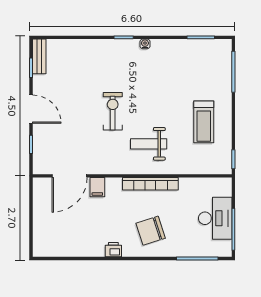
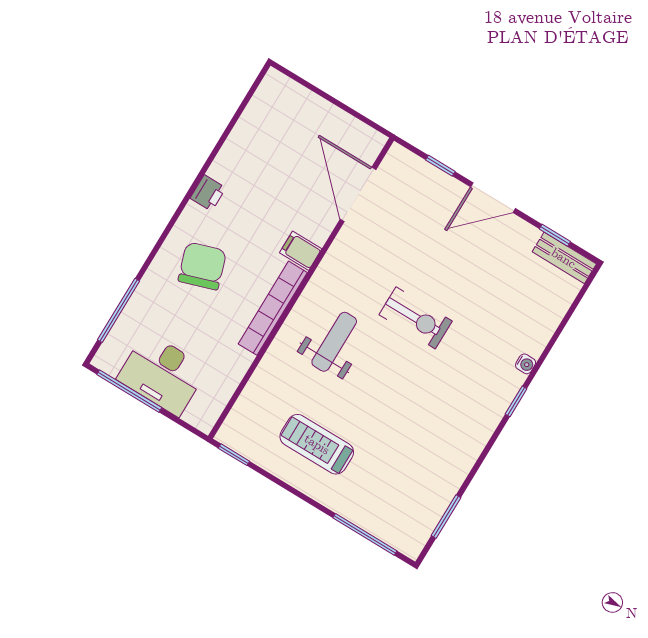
water cooler: (145, 44) -> (526, 364), moved
filing cabinet: (97, 187) -> (301, 251), moved

